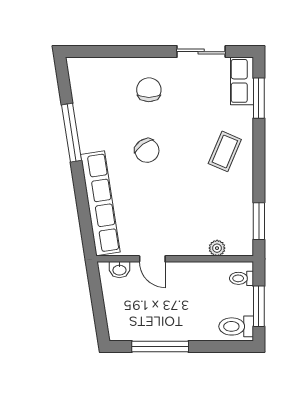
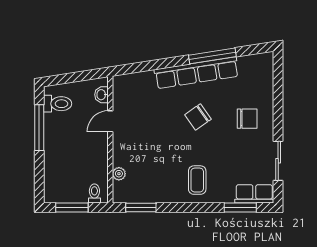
coffee table: (225, 151) -> (197, 180), turned 67
row of seats: (100, 203) -> (197, 73), moved
toilet: (236, 326) -> (58, 104), moved, turned 90

